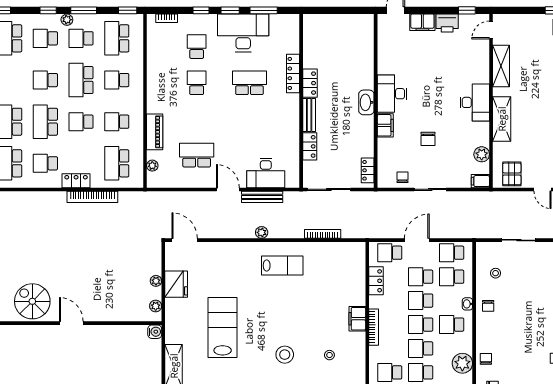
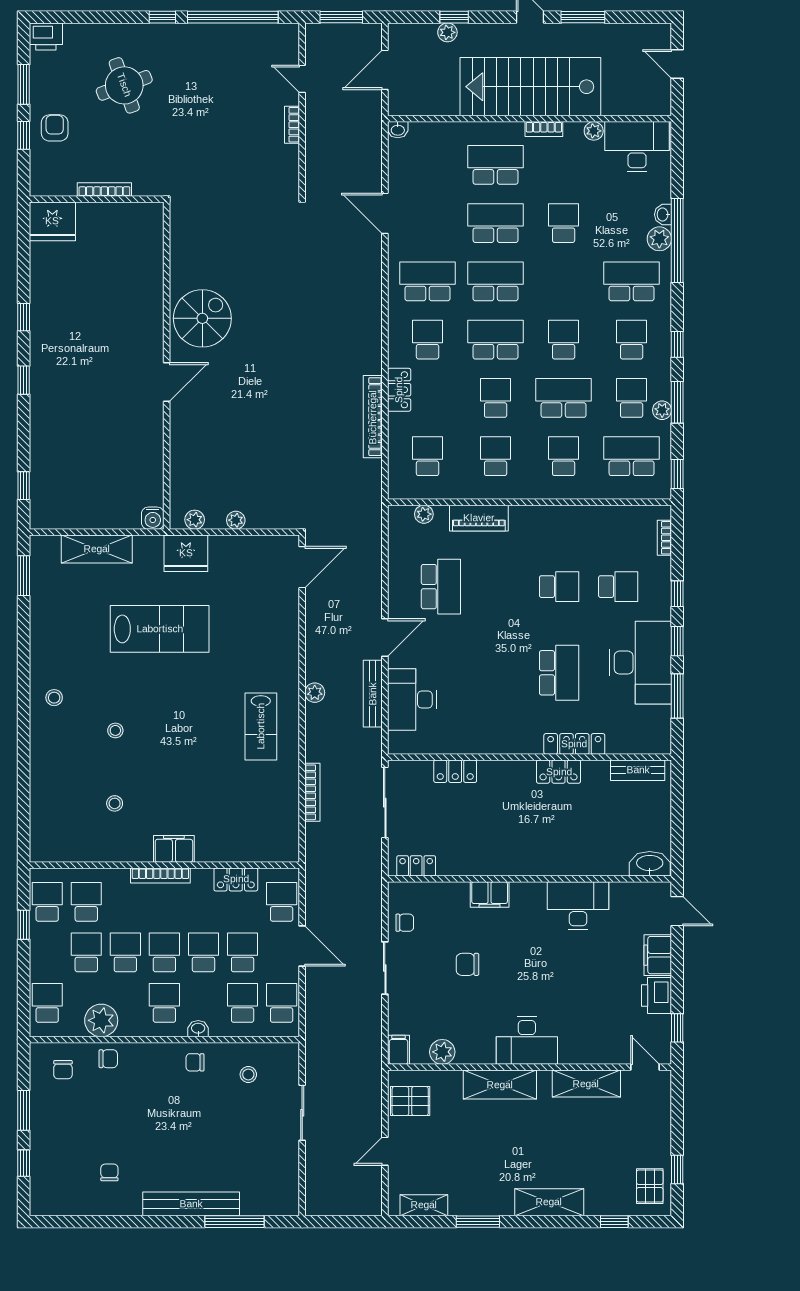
plant: (67, 20) -> (662, 410), moved
desk: (392, 94) -> (578, 906), moved
washbasin: (366, 102) -> (650, 864), moved
bench: (309, 115) -> (638, 770), moved
school desk: (117, 163) -> (428, 456), width x0.54
fridge: (176, 284) -> (186, 553), moved
stool: (285, 355) -> (115, 730), width x0.53, depth x0.53

